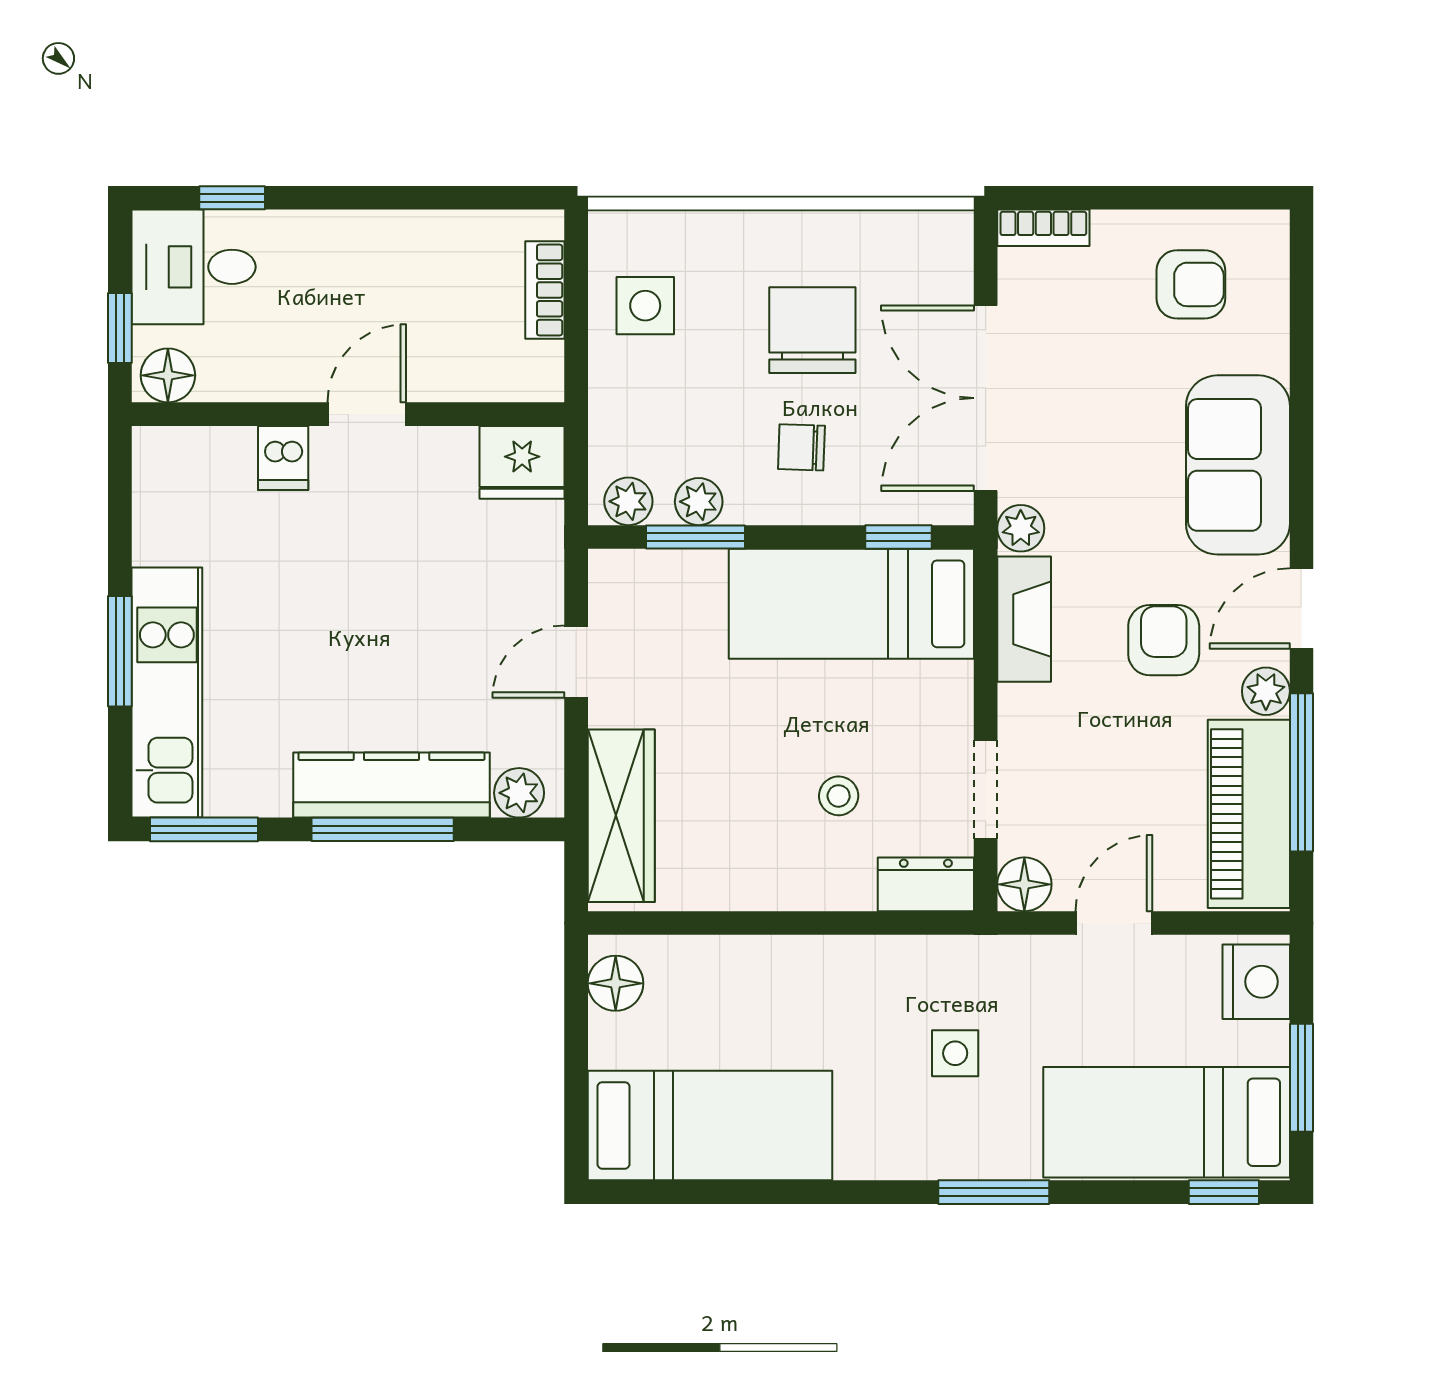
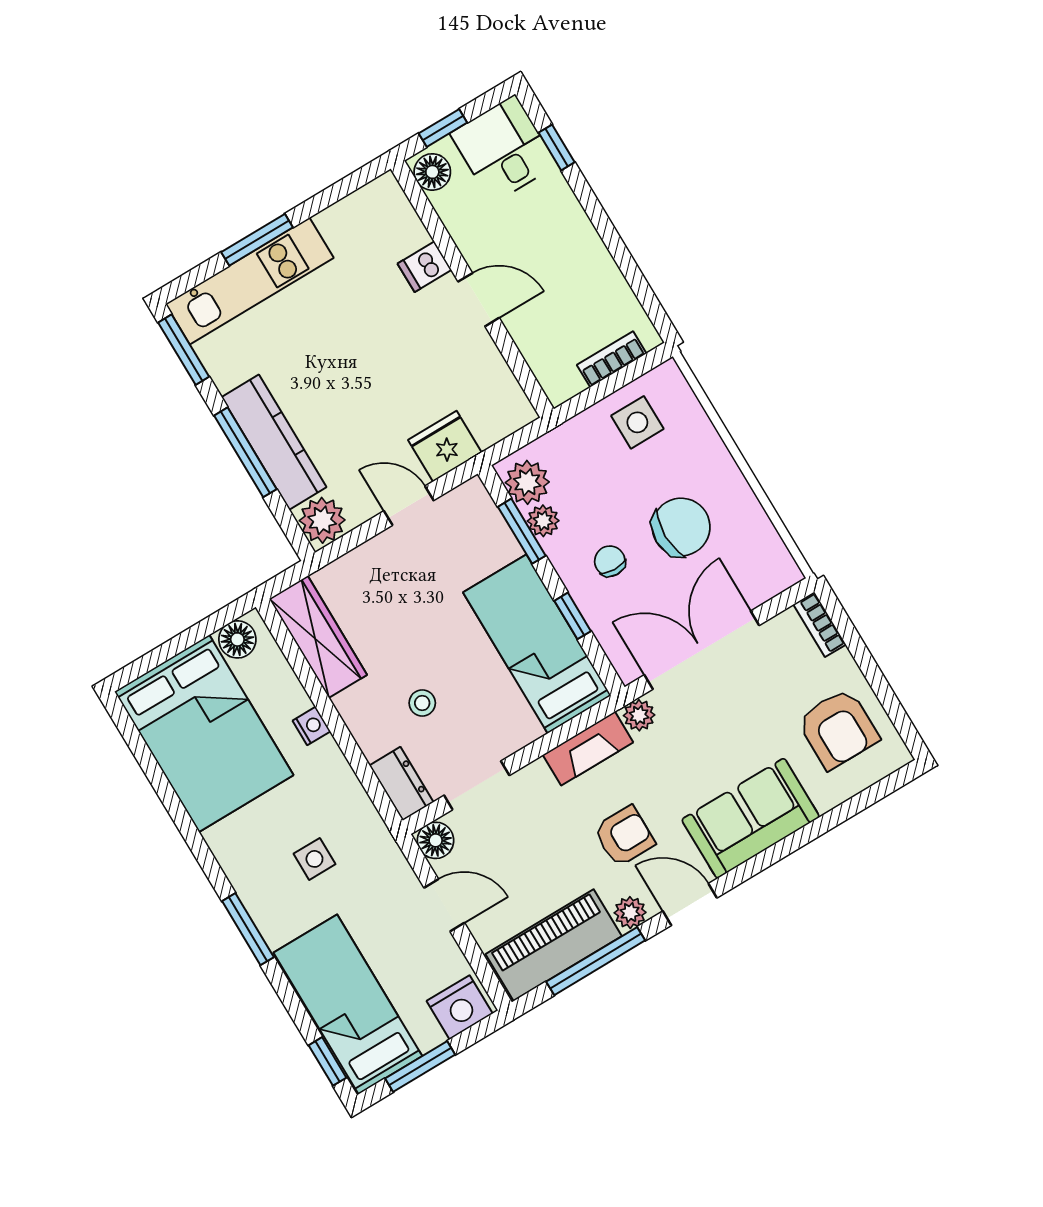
armchair: (1191, 284) -> (838, 729), width x1.38, depth x1.38
fridge: (522, 462) -> (445, 446), moved, turned 90
plant: (628, 501) -> (527, 482), width x1.38, depth x1.38
window: (899, 537) -> (573, 616), moved
plant: (519, 793) -> (322, 520), width x1.38, depth x1.38
wardrobe: (621, 816) -> (318, 637), moved, turned -90
nightstand: (783, 955) -> (311, 726), added
bed: (710, 1125) -> (204, 733), width x1.50

